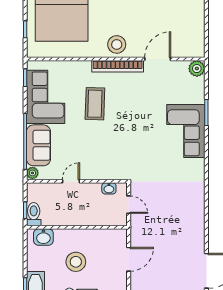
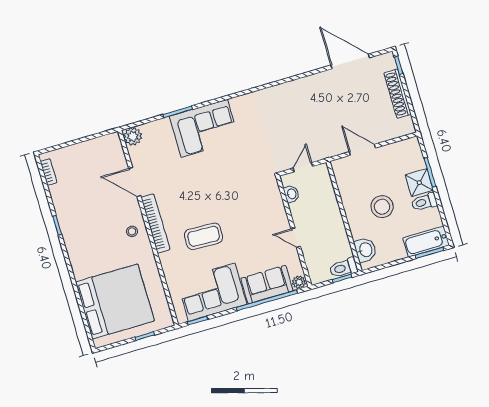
stool: (117, 44) -> (132, 231), width x0.53, depth x0.53

